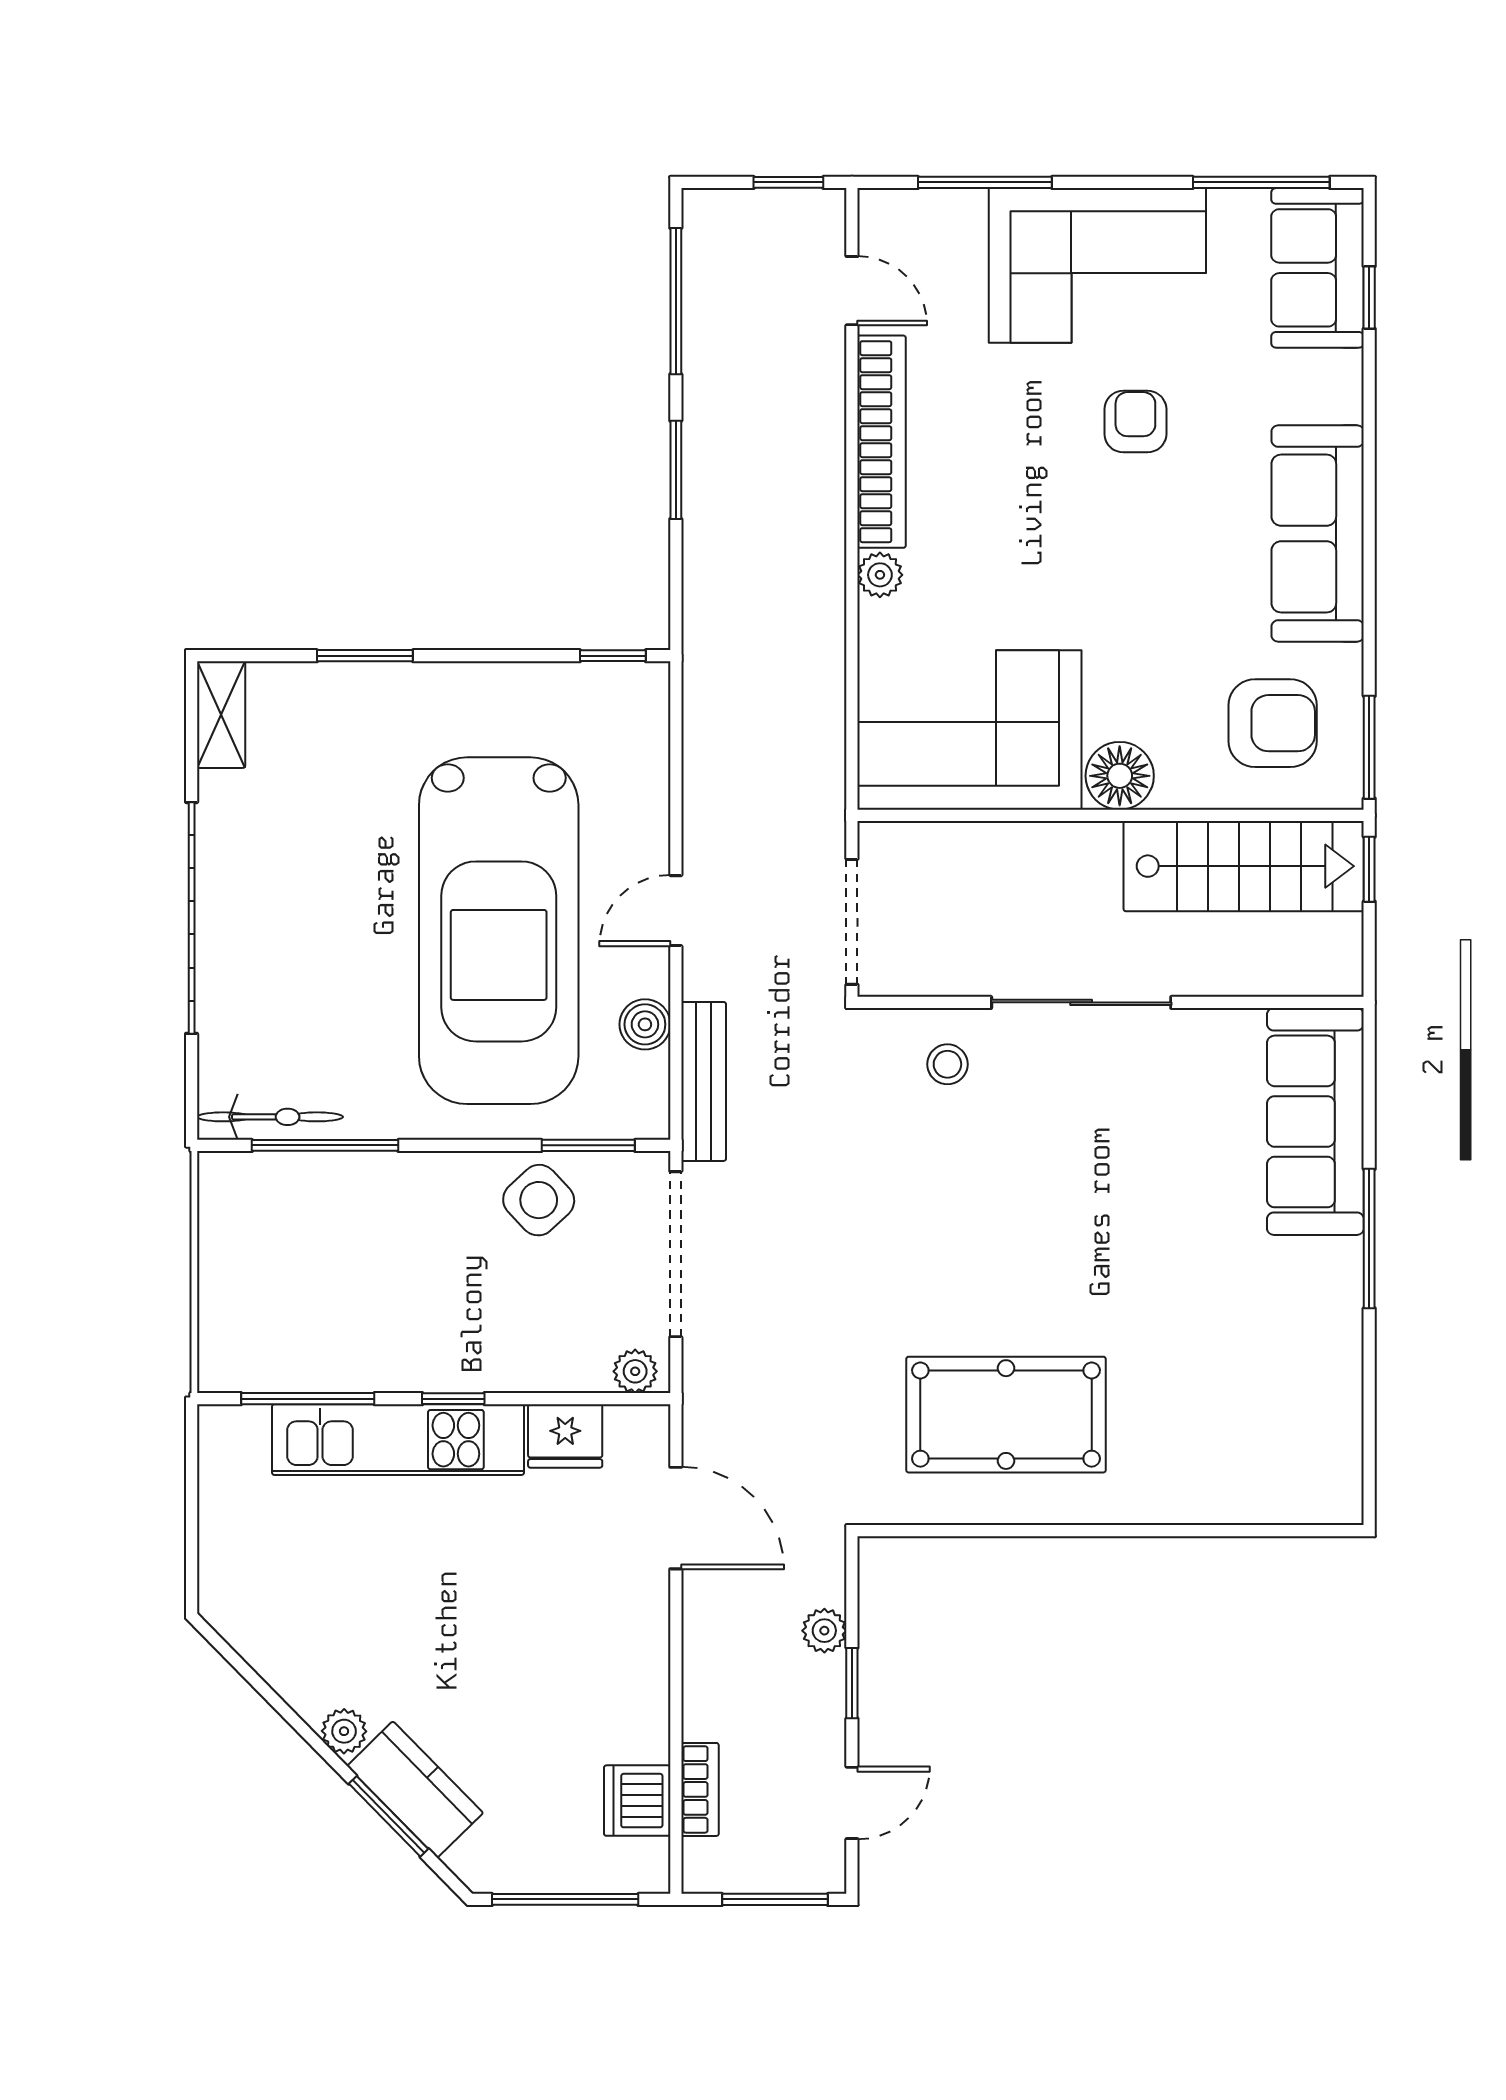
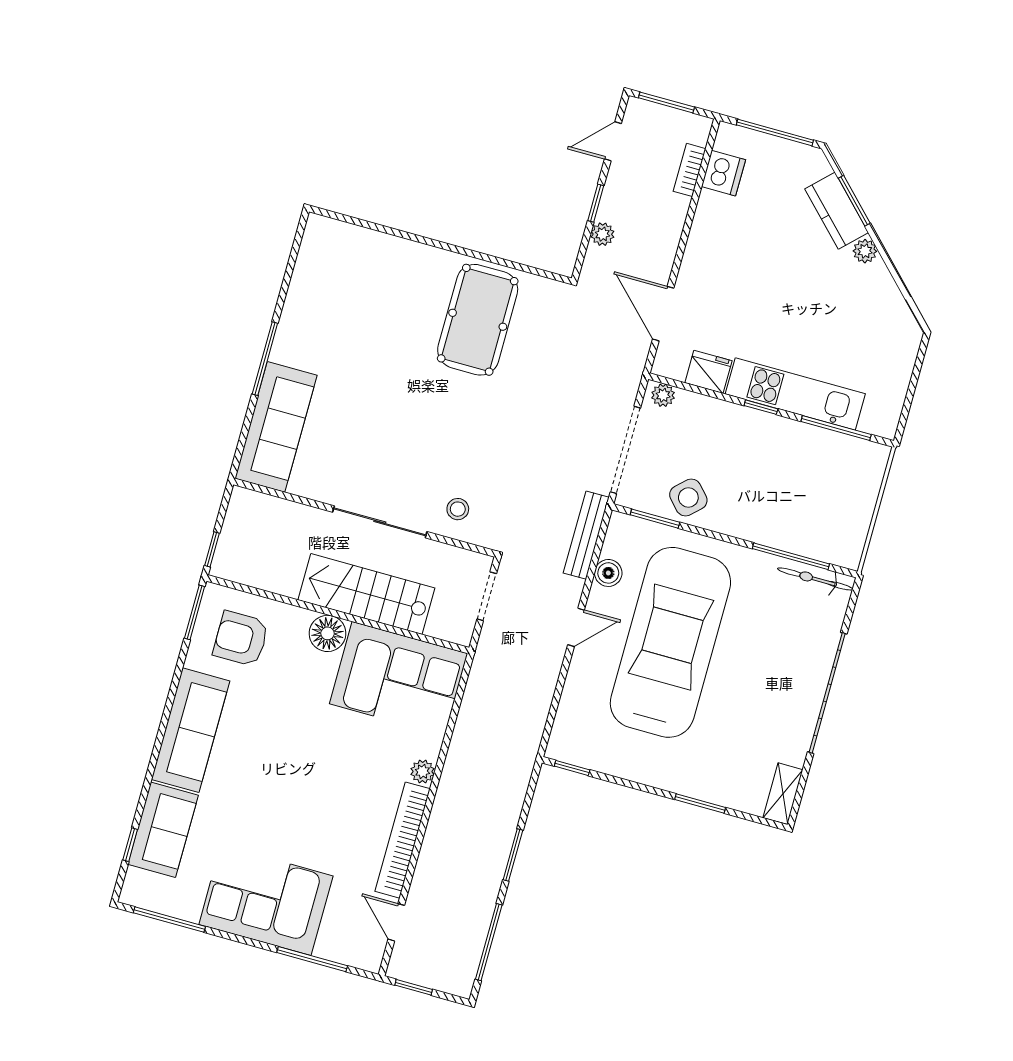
sofa: (1317, 268) -> (163, 830), moved
armchair: (1135, 422) -> (269, 814), removed
stairs: (1244, 866) -> (366, 594), moved
doorway: (852, 922) -> (487, 596), width x0.73
pool table: (1006, 1415) -> (478, 320), turned 90

